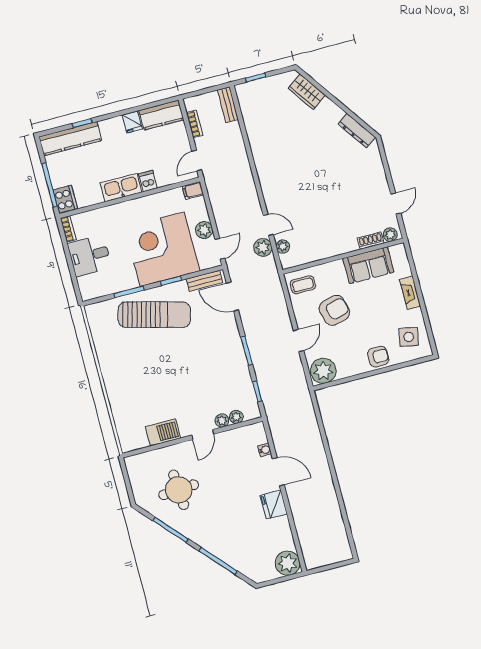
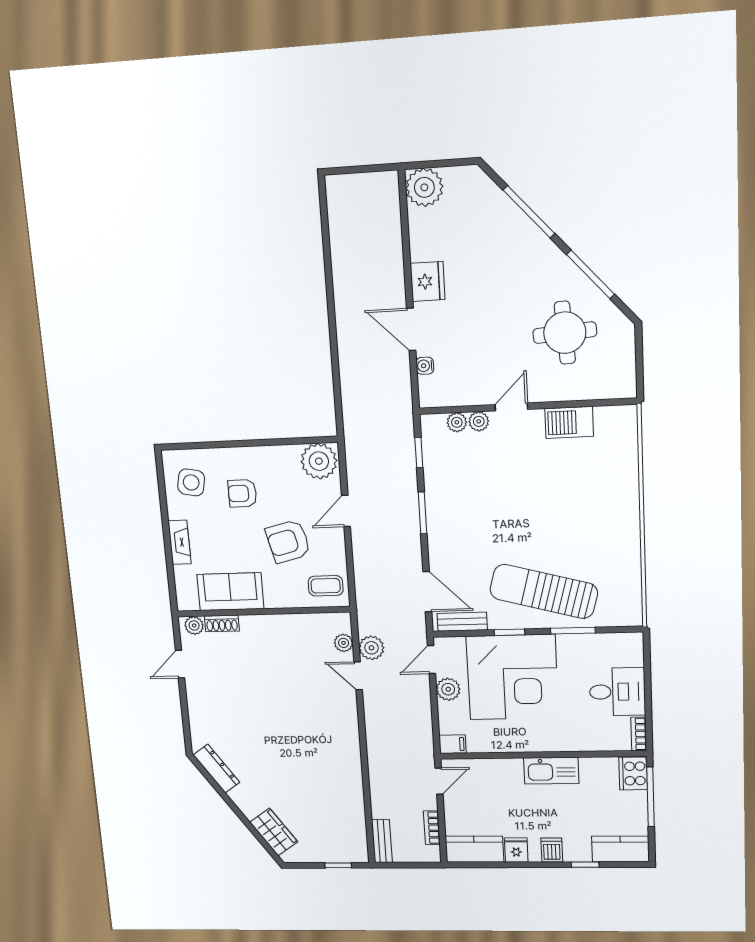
kitchen counter: (70, 139) -> (620, 849), width x0.67
dishwasher: (148, 181) -> (552, 850), moved, turned 180
armchair: (378, 357) -> (242, 493), moved

